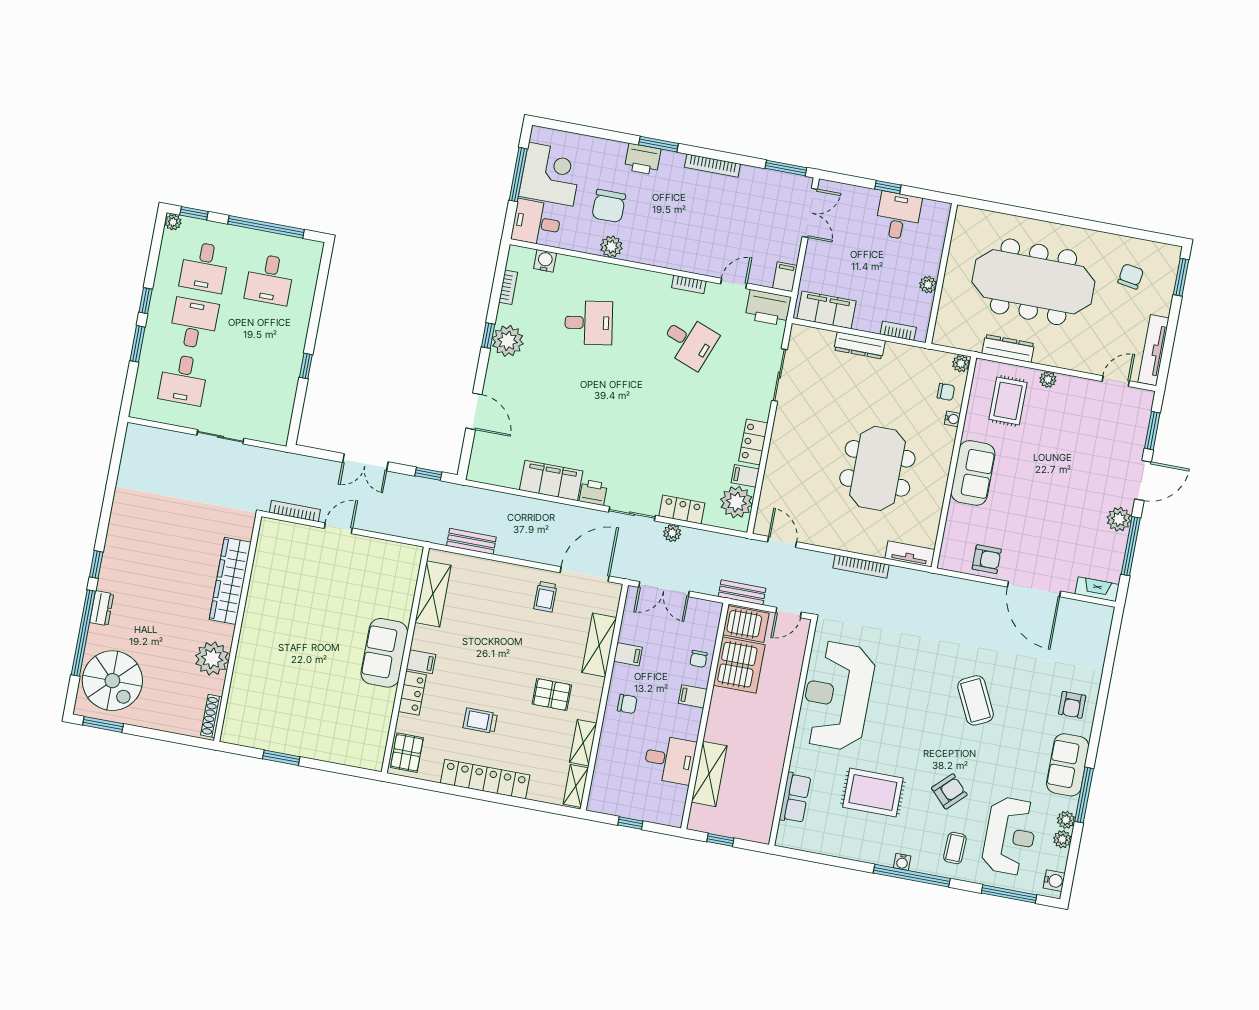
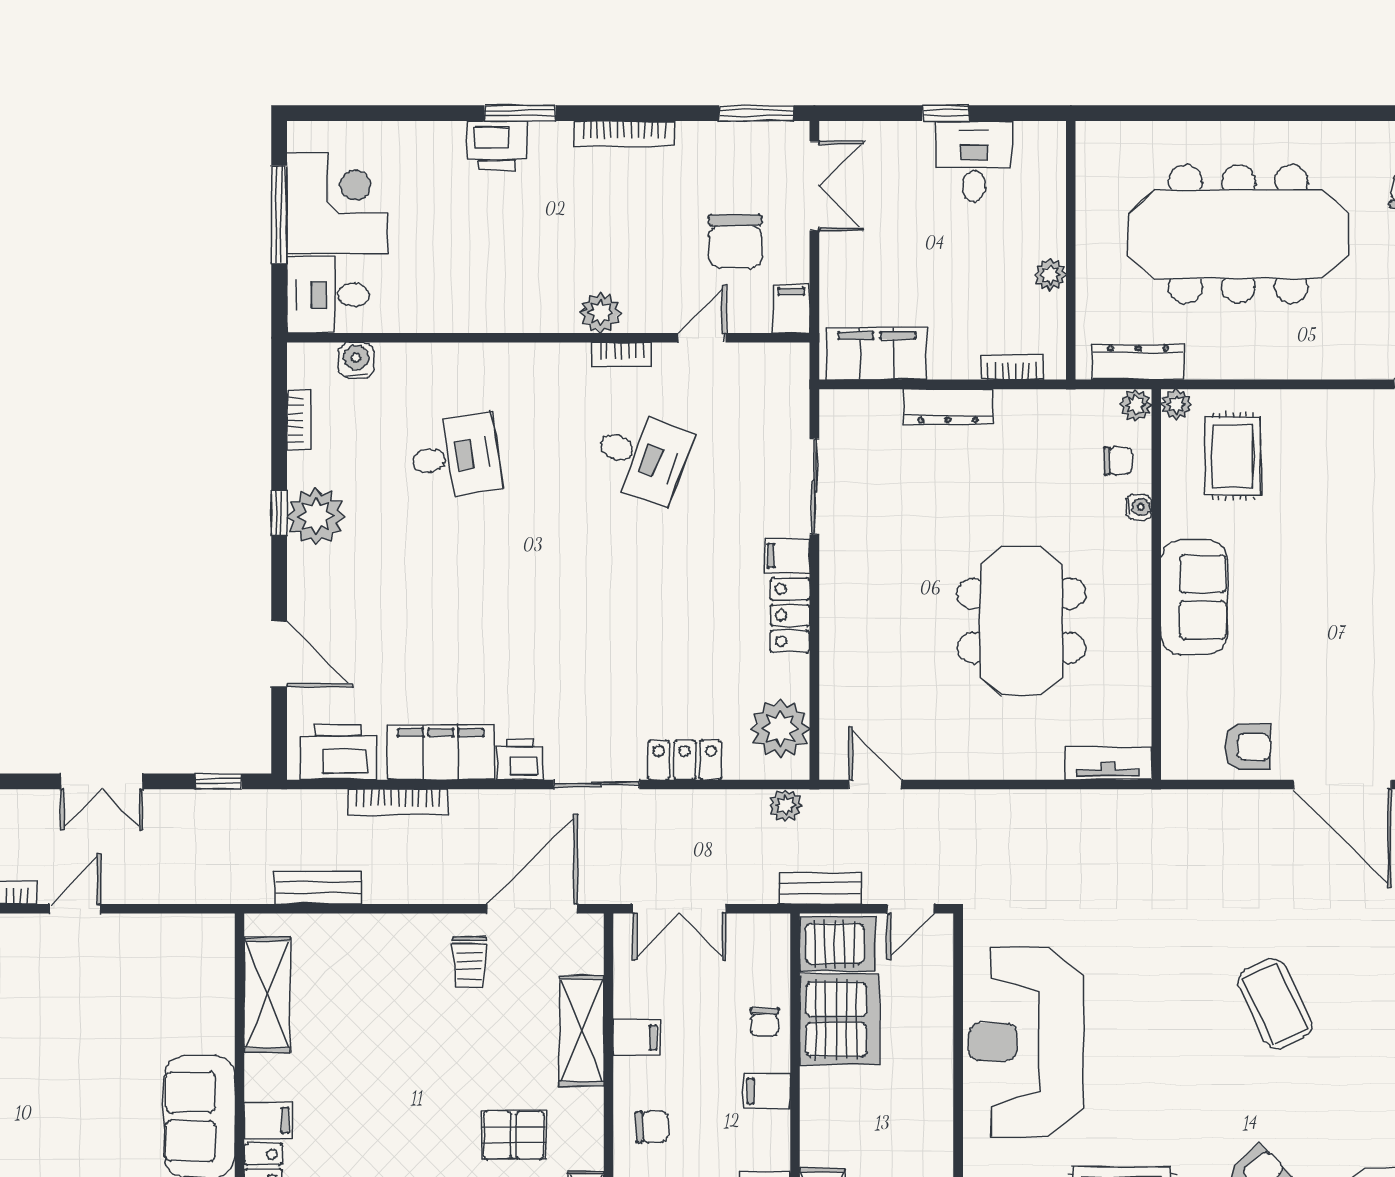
chair: (609, 206) -> (735, 241), moved
plant: (611, 247) -> (601, 313), moved
printer: (768, 308) -> (338, 752), moved, turned 180
dresser: (1008, 348) -> (1138, 362), moved
plant: (1048, 379) -> (1176, 404), moved
filing cabinet: (745, 476) -> (787, 556), moved
plant: (672, 533) -> (785, 805), moved
bookcase: (861, 566) -> (398, 802), moved

